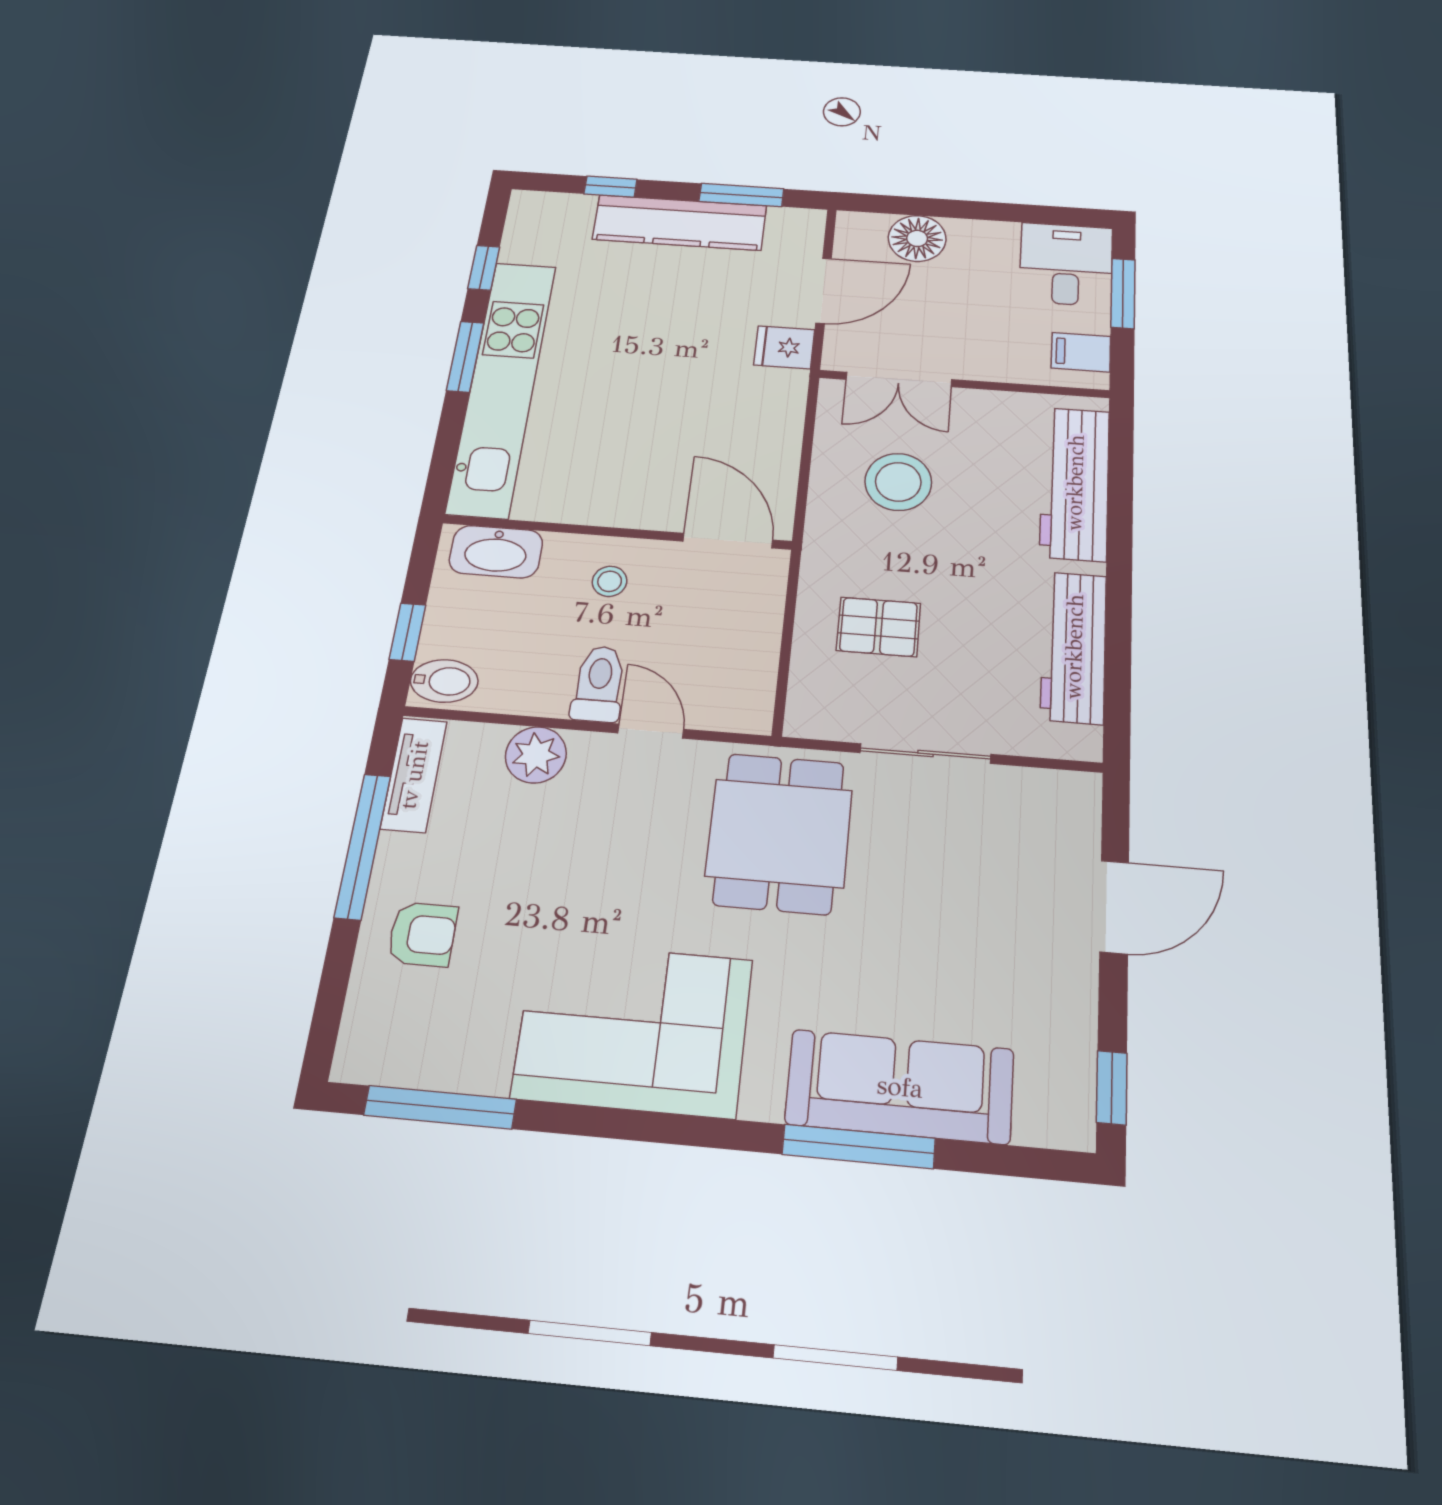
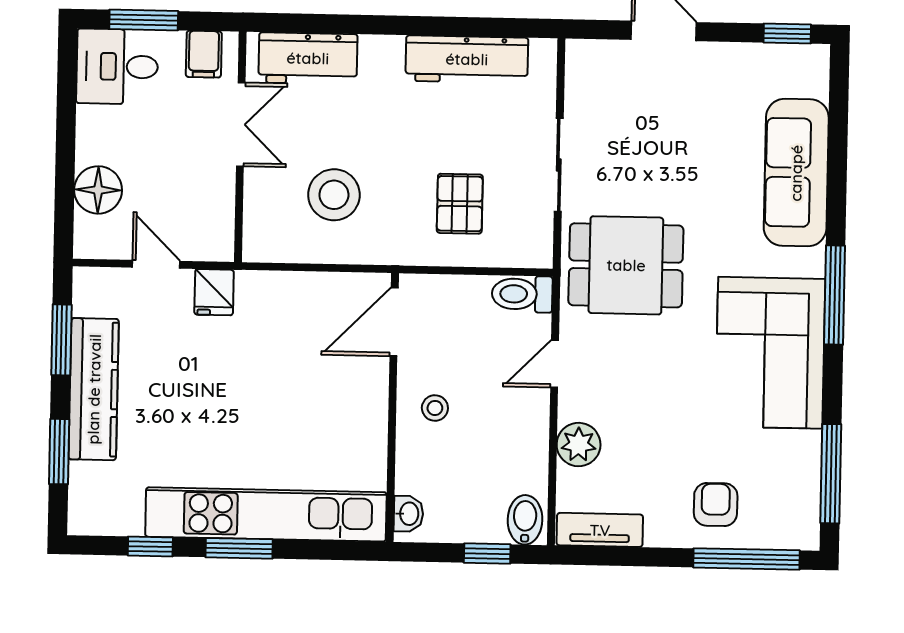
window: (610, 187) -> (59, 452), width x1.50
door: (824, 291) -> (156, 264), width x0.73
double door: (899, 379) -> (241, 124), moved
workbench: (1075, 483) -> (308, 58), width x0.73
washbasin: (496, 552) -> (408, 514), width x0.52, depth x0.69
toilet: (599, 684) -> (522, 294), moved
window: (363, 846) -> (746, 559), moved
window: (859, 1146) -> (835, 295), moved

